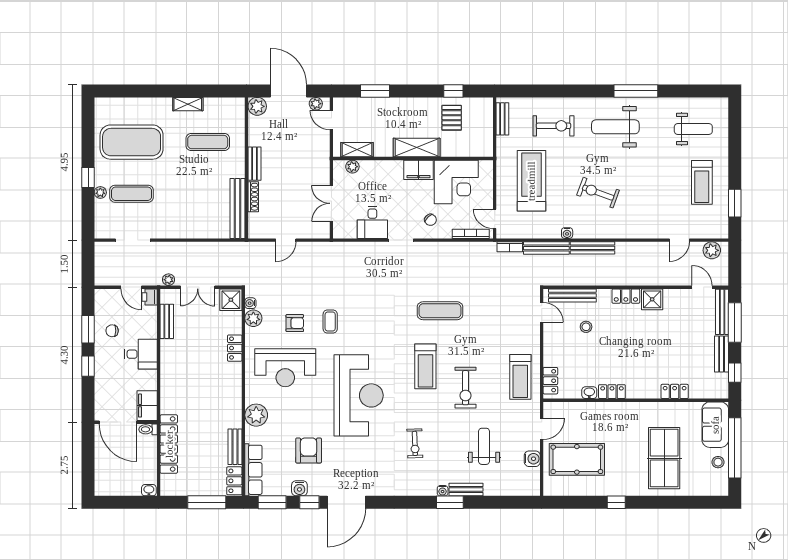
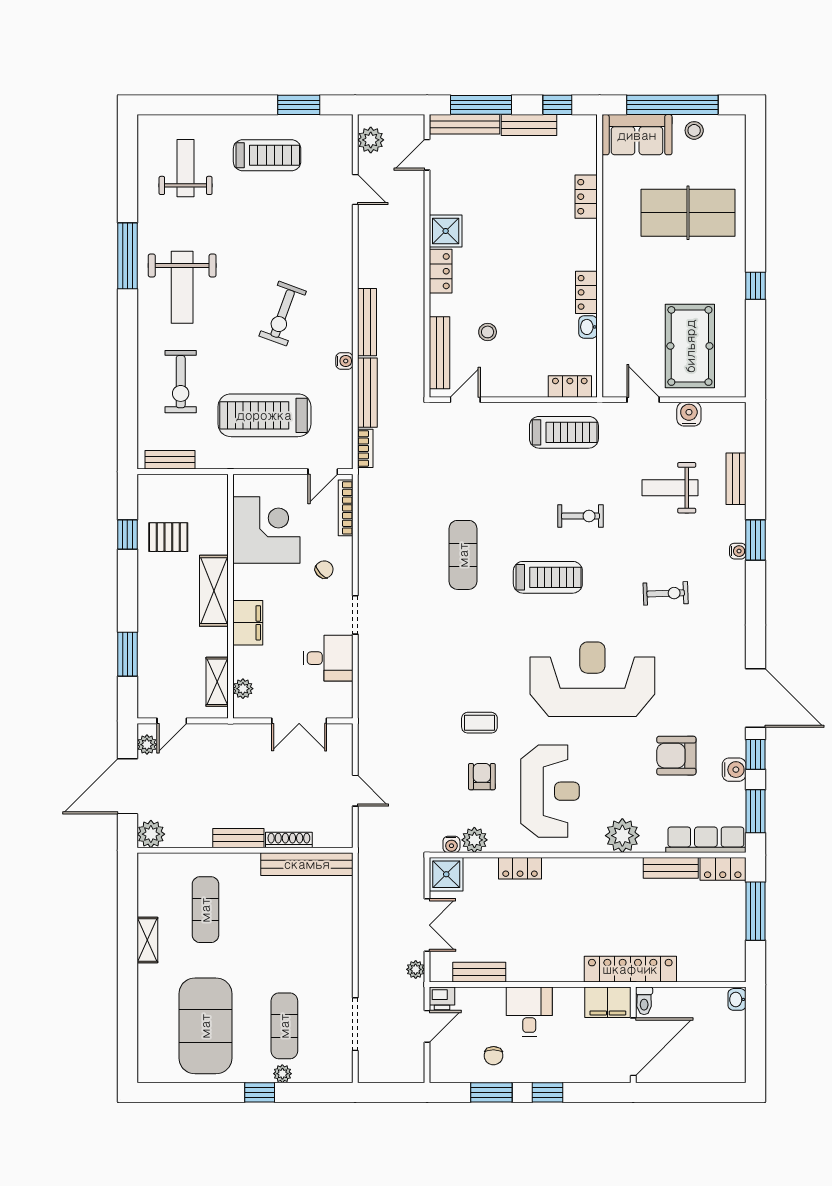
exercise bike: (554, 126) -> (181, 382), turned 180
filing cabinet: (419, 170) -> (248, 623), moved
exercise bike: (465, 388) -> (580, 516), width x0.73, depth x0.72
locker: (169, 444) -> (630, 969), moved
bench: (466, 490) -> (736, 479), moved

